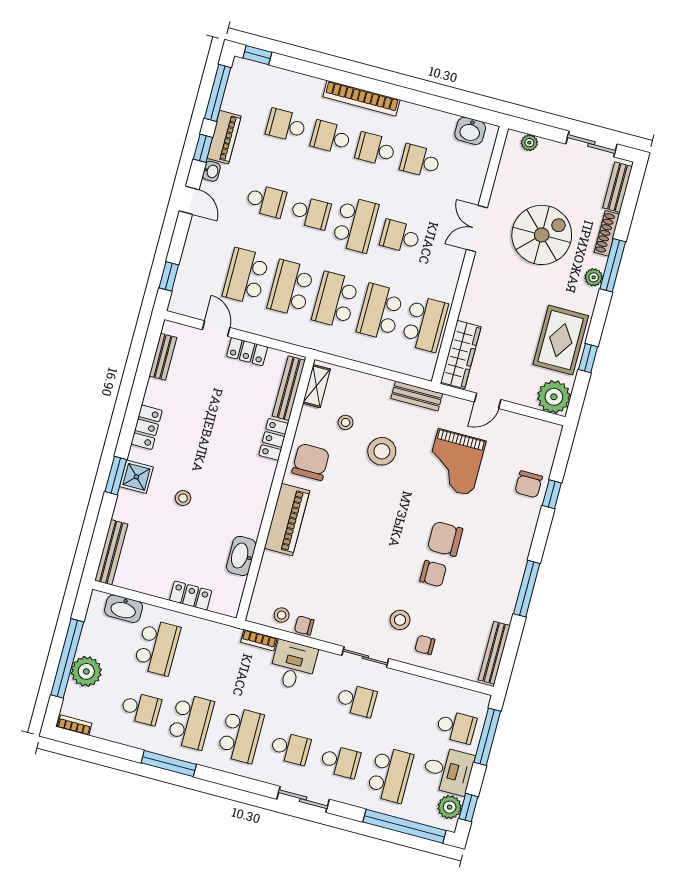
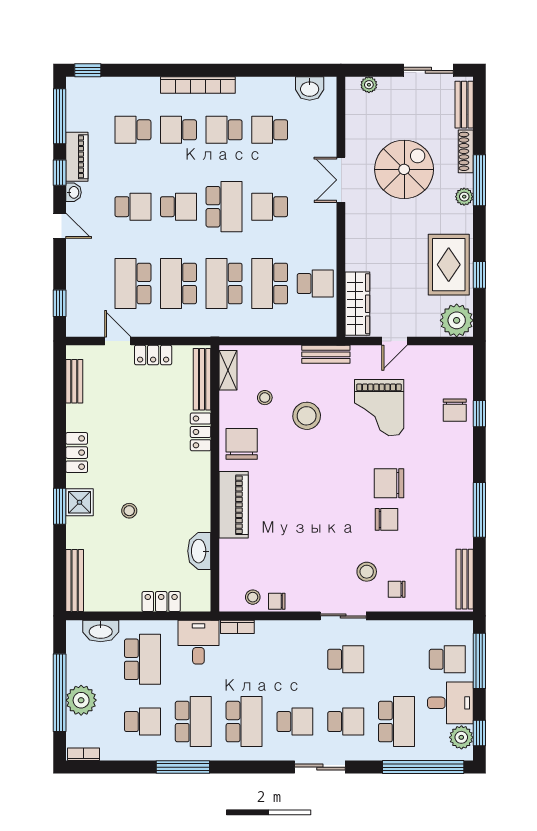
school desk: (425, 324) -> (315, 284), width x0.54
desk: (293, 665) -> (198, 642), moved

